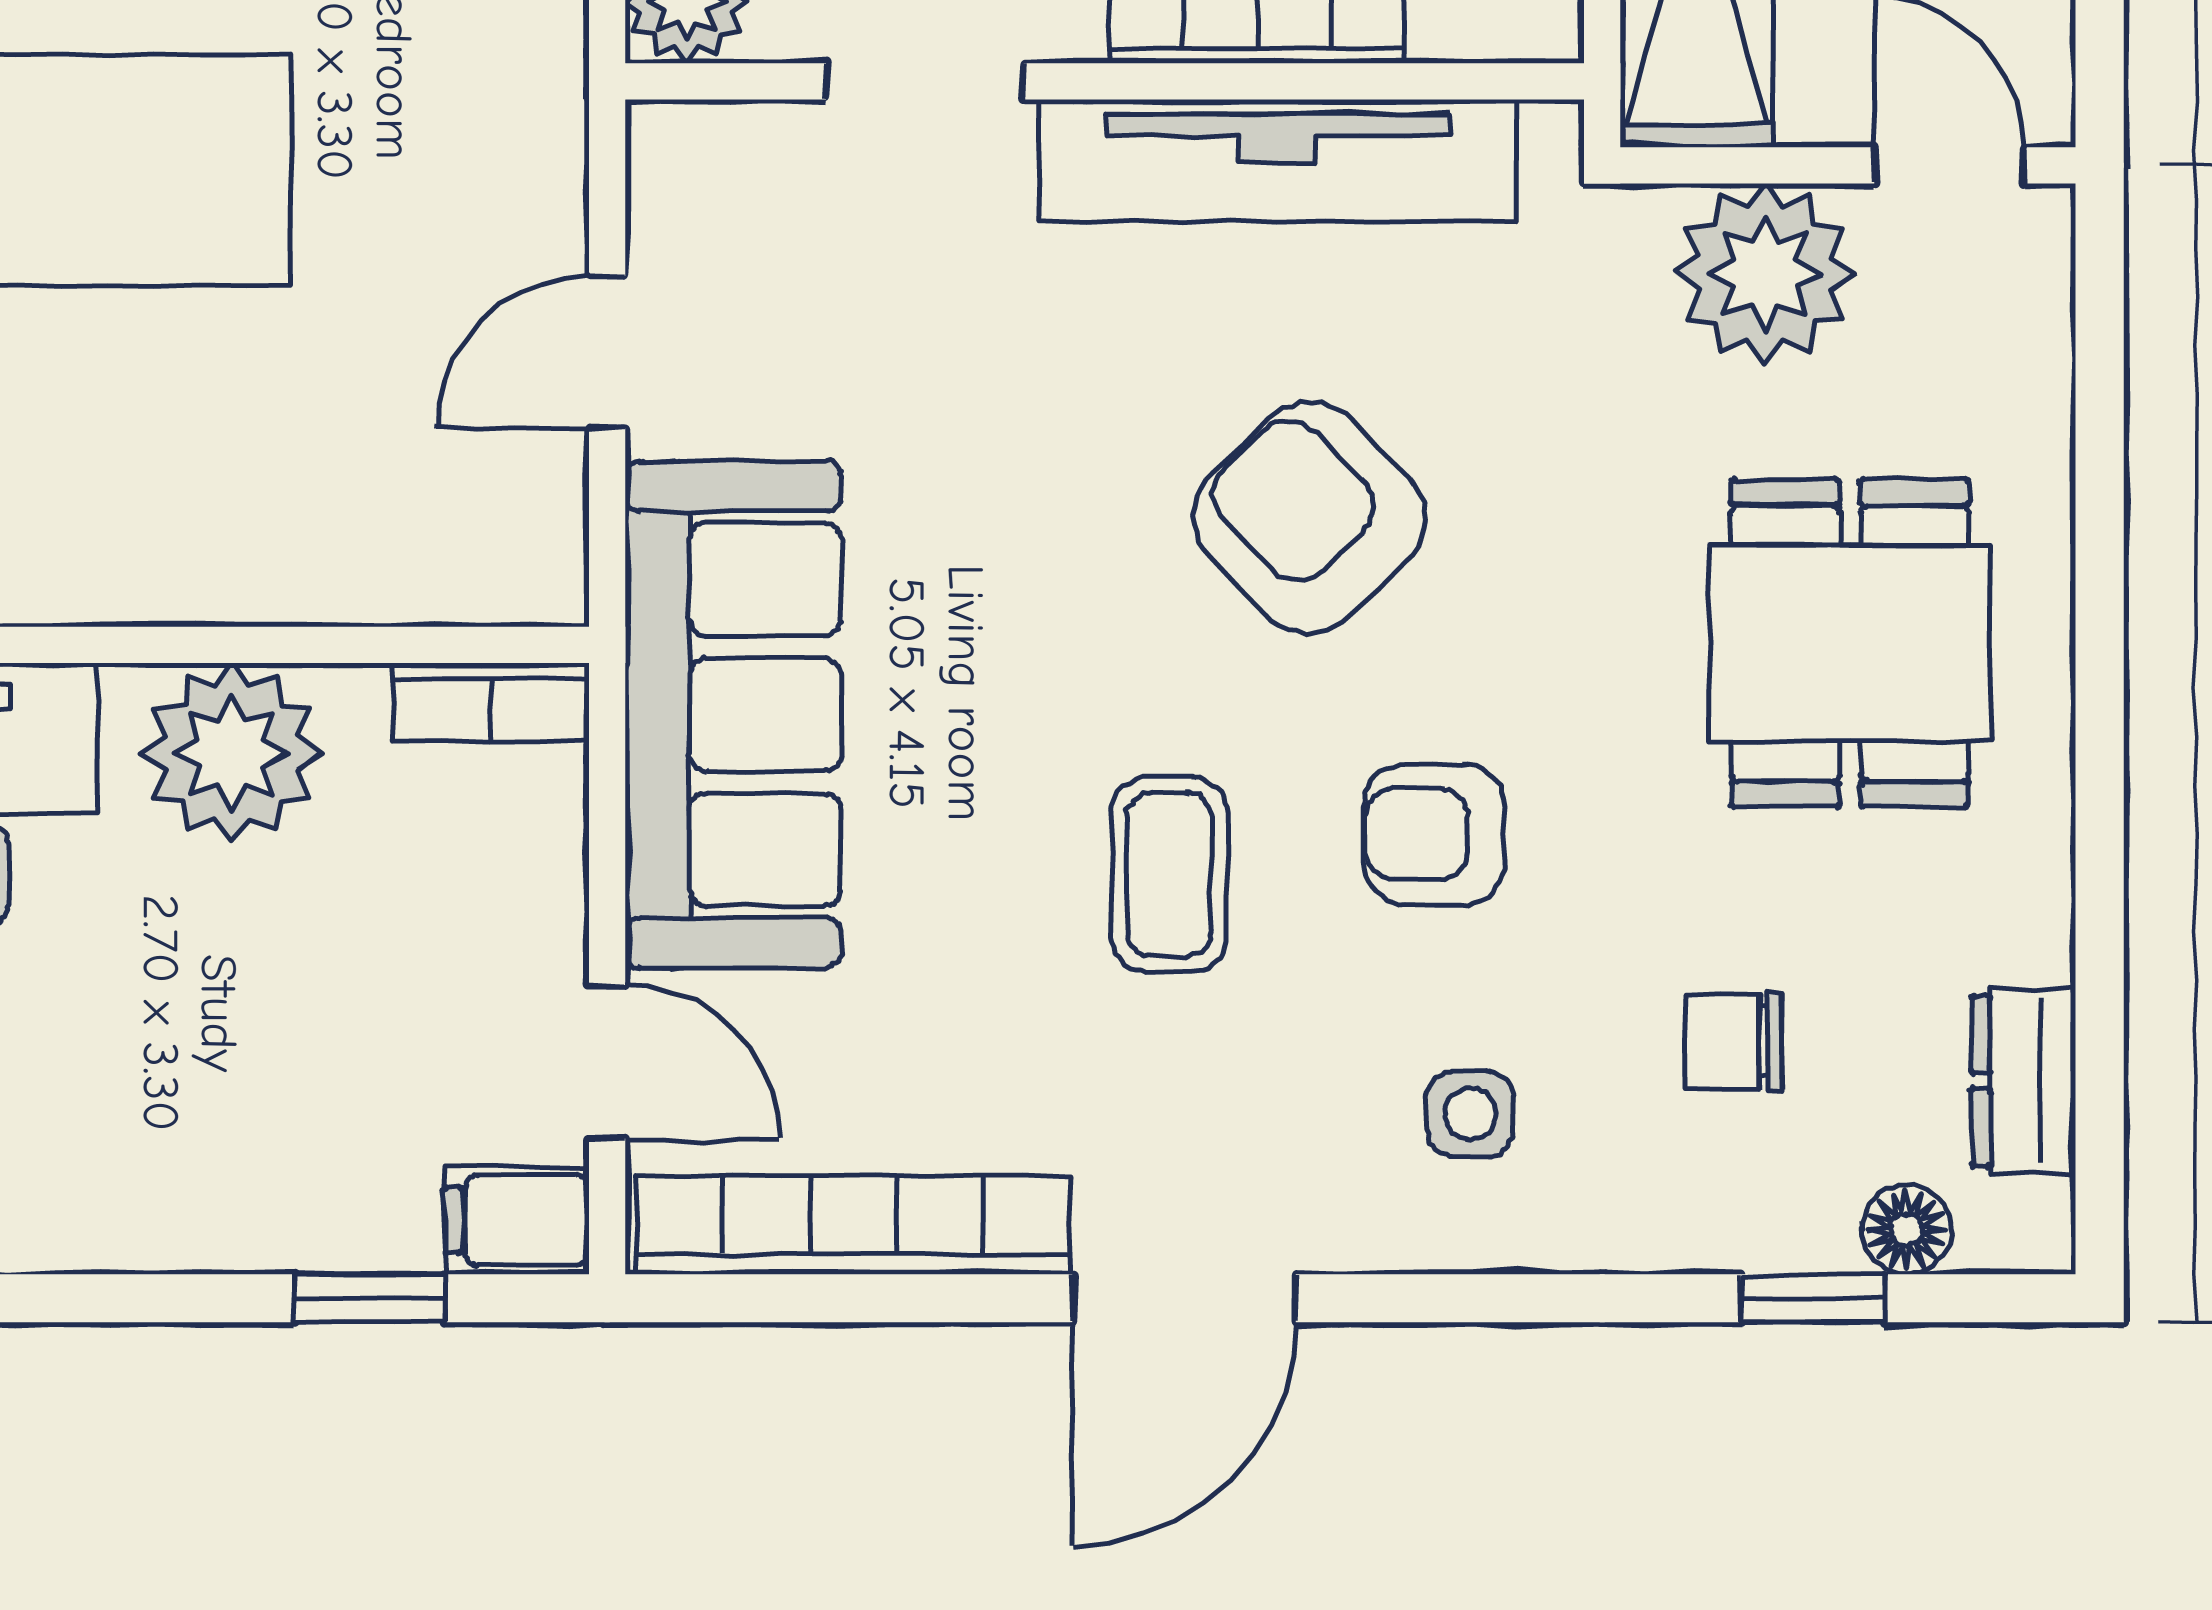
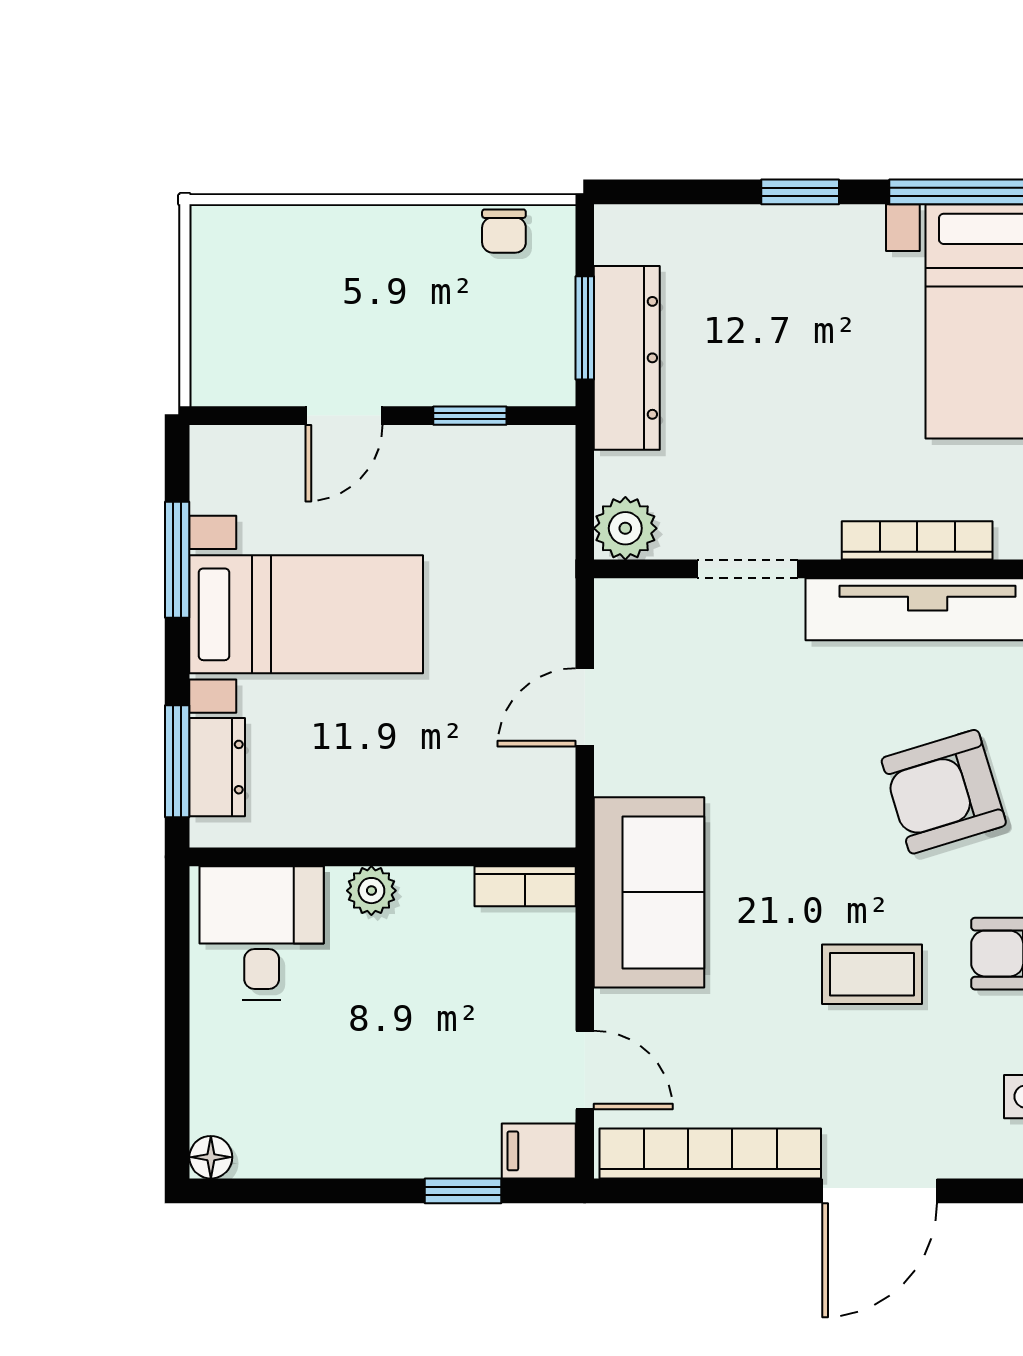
armchair: (1310, 517) -> (944, 792), turned -63
sofa: (733, 715) -> (649, 892), width x0.73
plant: (232, 753) -> (371, 891), width x0.53, depth x0.53
coffee table: (1169, 875) -> (872, 974), turned 90

